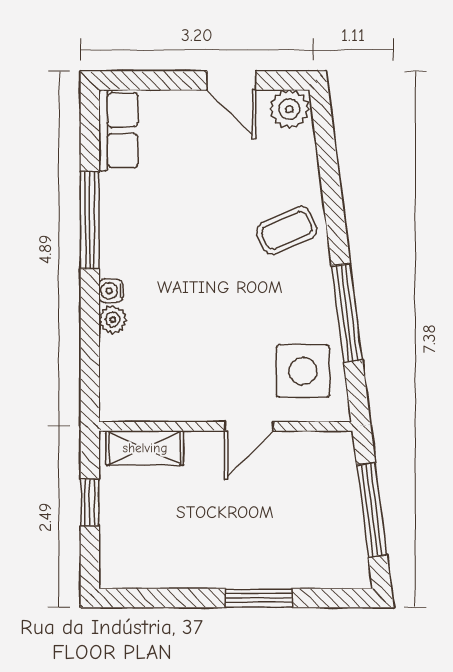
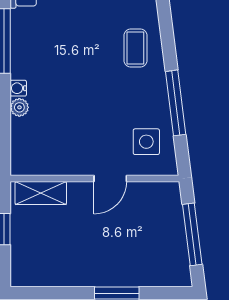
coffee table: (287, 230) -> (135, 48), turned -66
side table: (303, 371) -> (146, 142), width x0.73, depth x0.73

